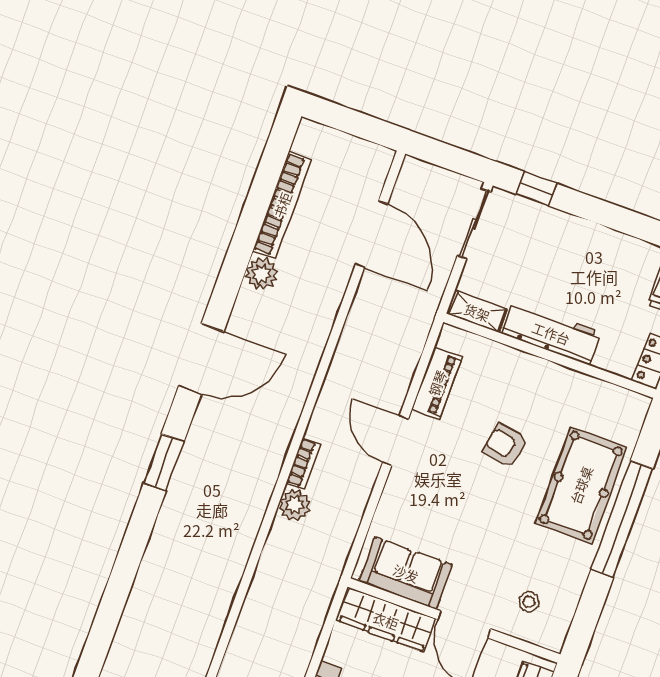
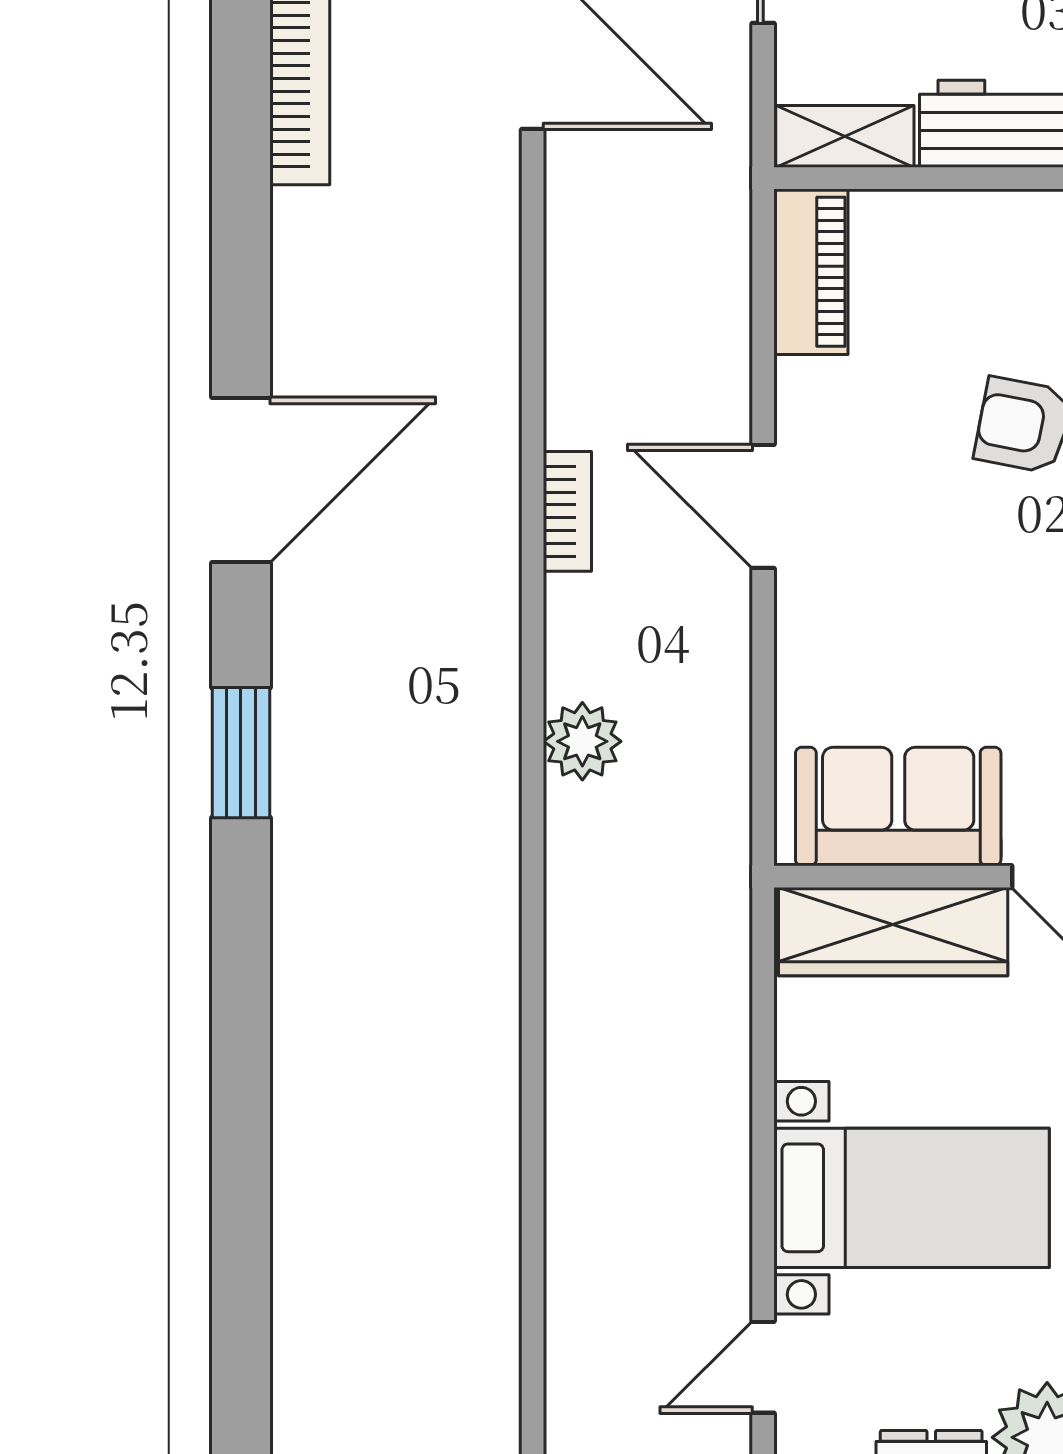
plant: (262, 274) -> (310, 231), removed
piano: (437, 383) -> (811, 272), moved
bookcase: (303, 463) -> (567, 511), moved

